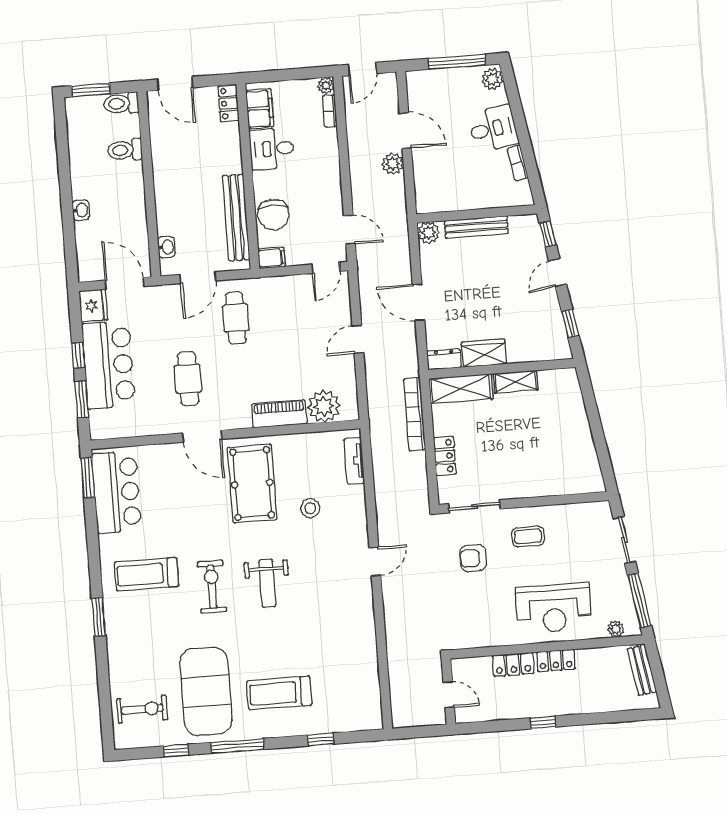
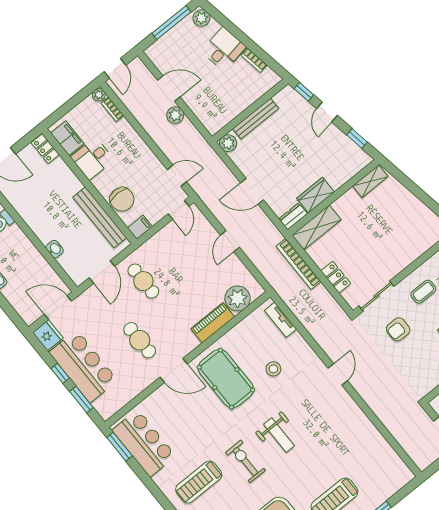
washbasin: (167, 247) -> (55, 249), moved
shelving: (516, 382) -> (370, 181), moved

